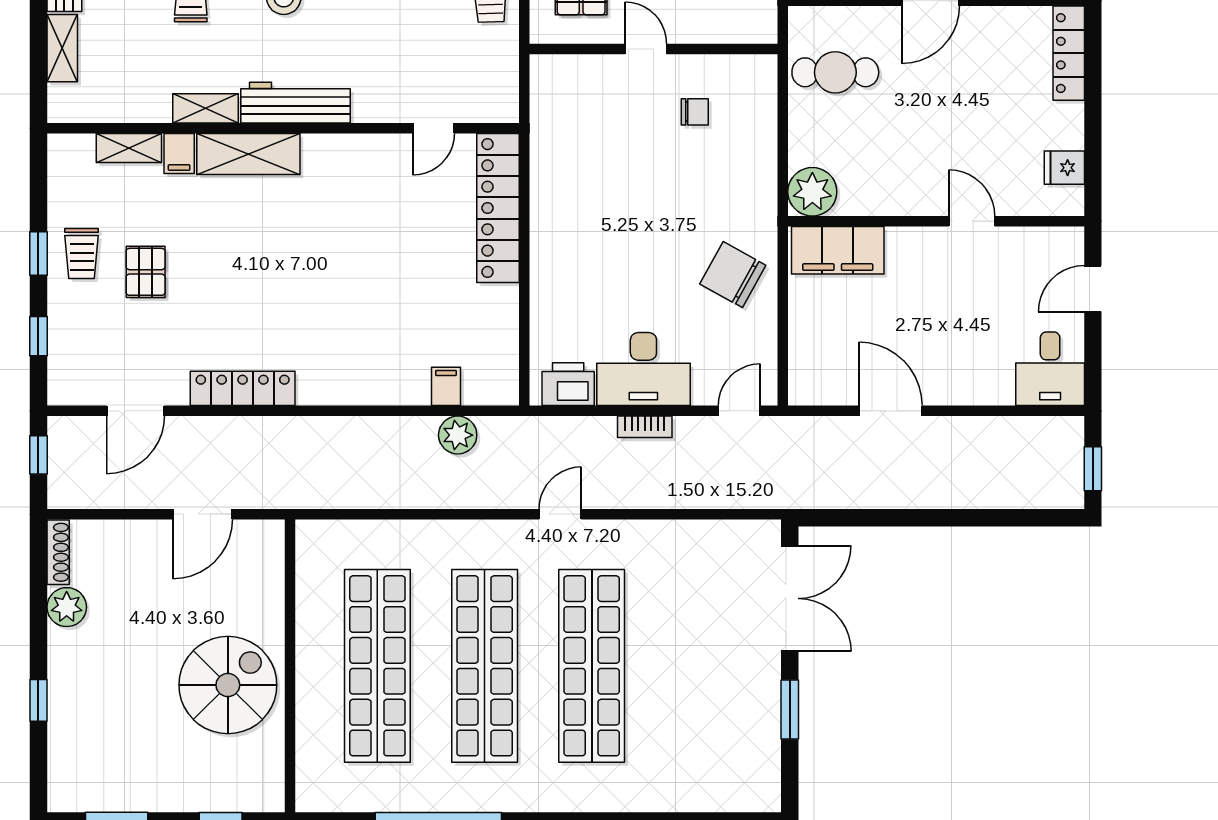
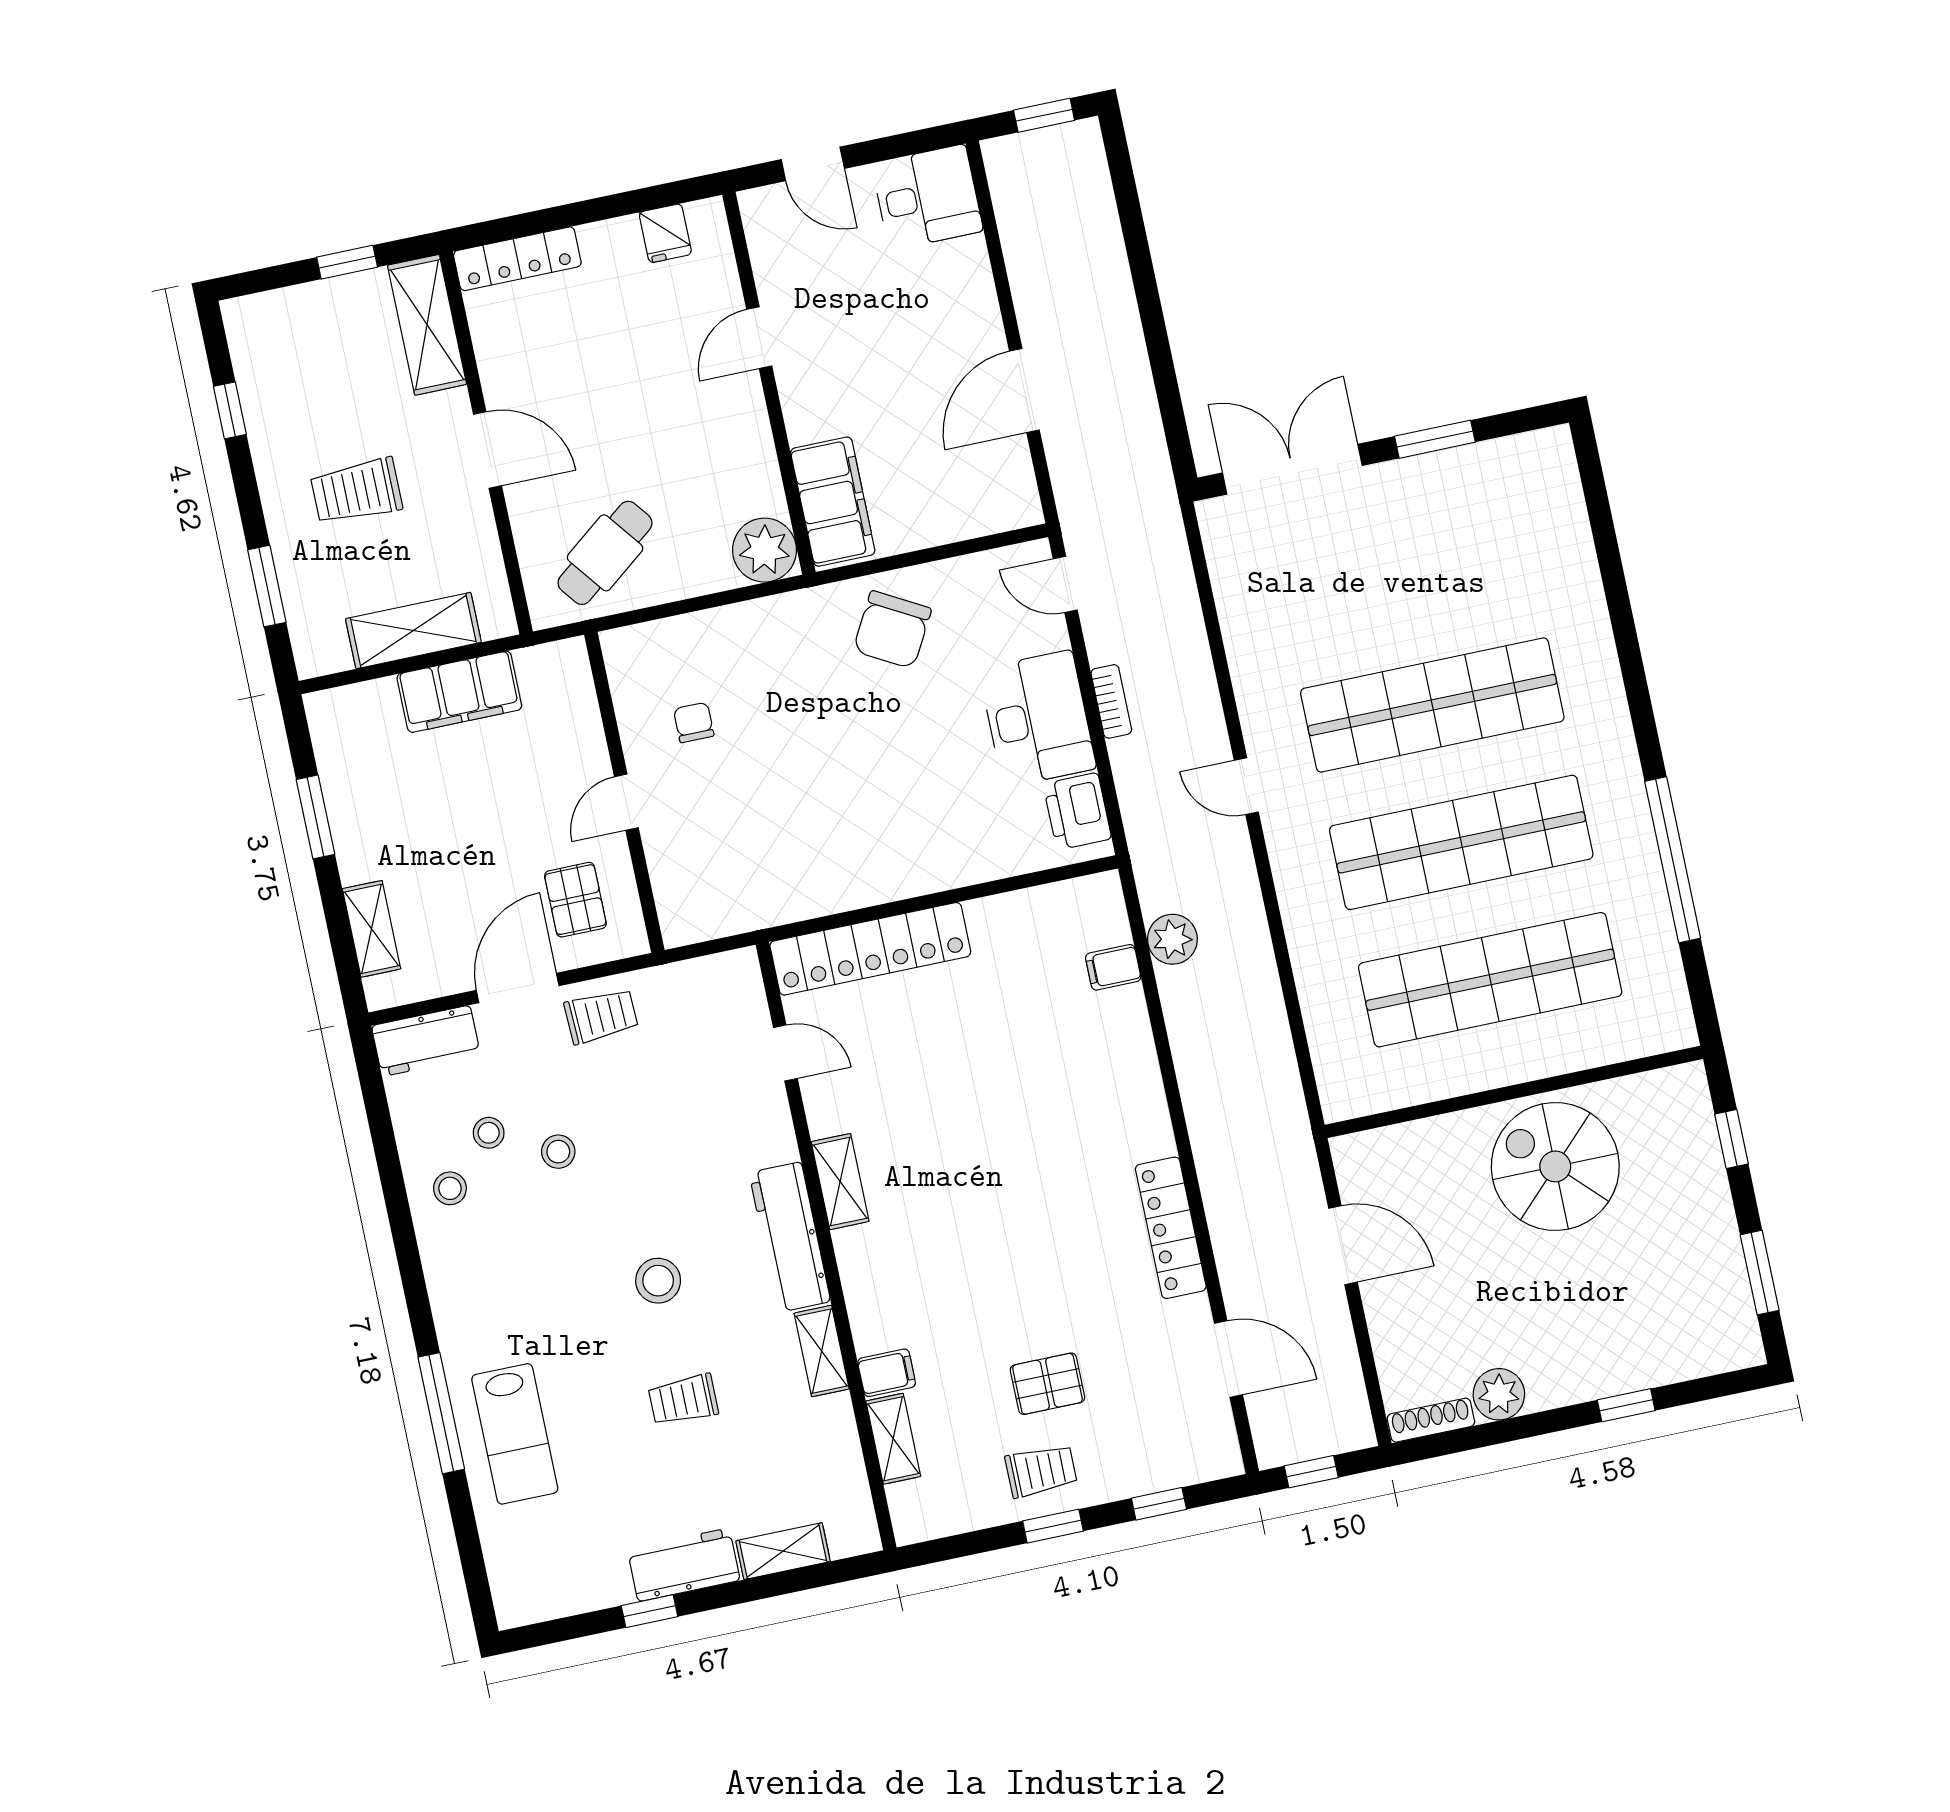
cafe table: (835, 72) -> (605, 553), turned 52
shelving: (248, 154) -> (840, 1182), moved, width x0.67, depth x0.75

